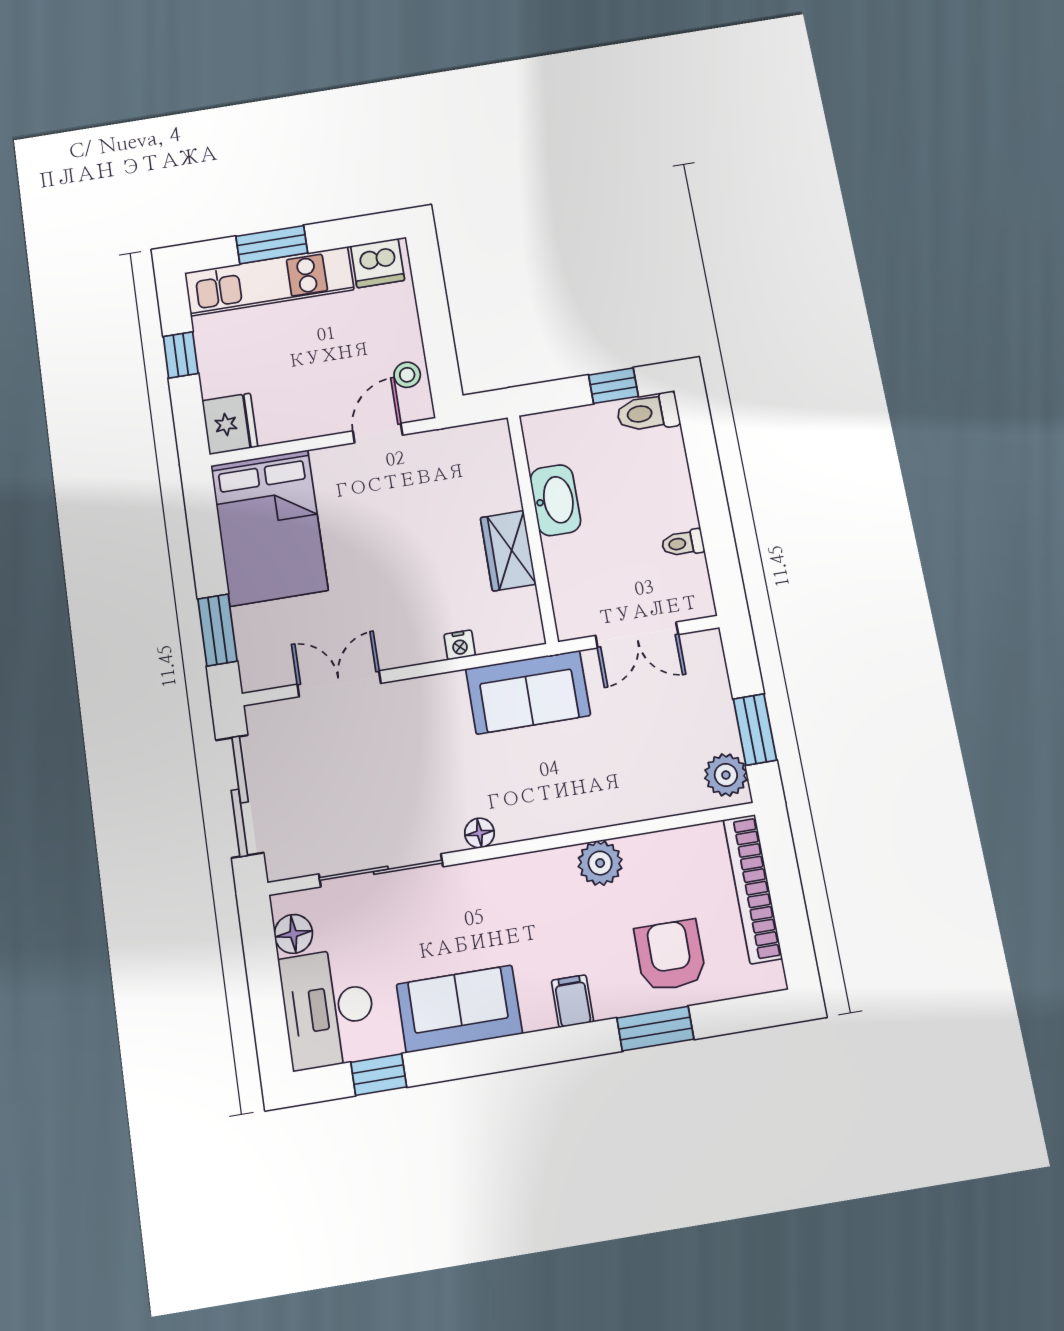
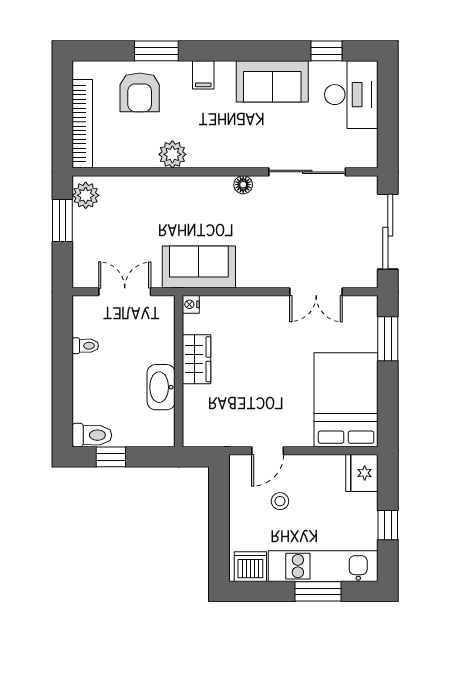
stool: (407, 375) -> (280, 501), moved
nightstand: (460, 645) -> (191, 304), moved, turned -90
floor lamp: (293, 934) -> (366, 142), removed

